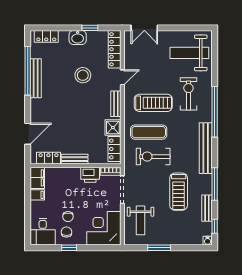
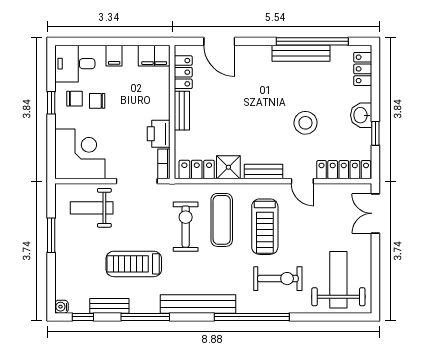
filing cabinet: (37, 195) -> (114, 56), moved

